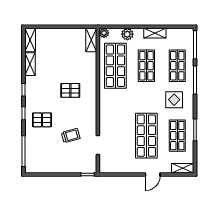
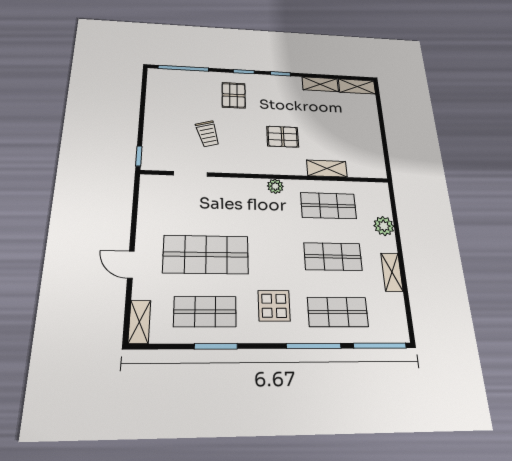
plant: (104, 33) -> (275, 186), moved
shelving: (91, 40) -> (327, 168), moved
shop shelf: (115, 66) -> (328, 206), width x0.70, depth x0.74
pallet: (70, 90) -> (283, 137), turned 90

